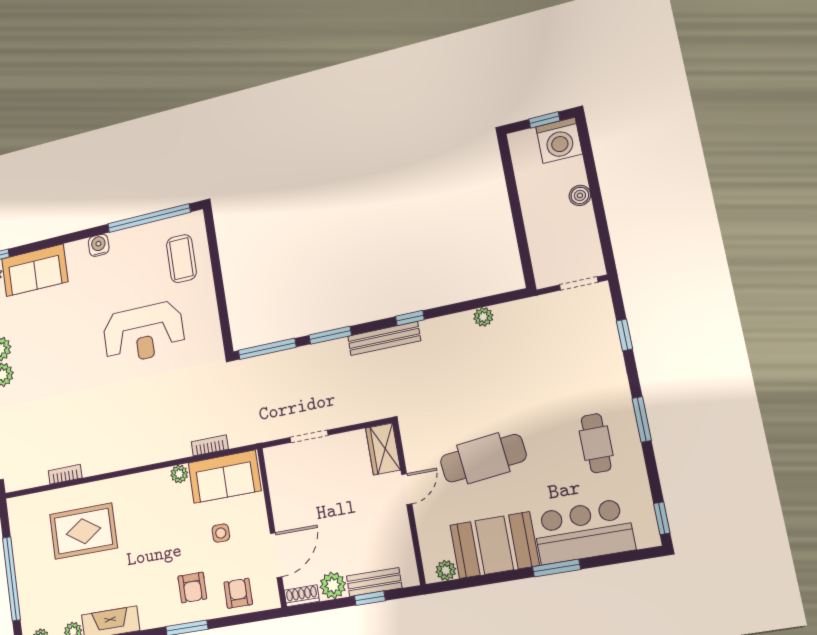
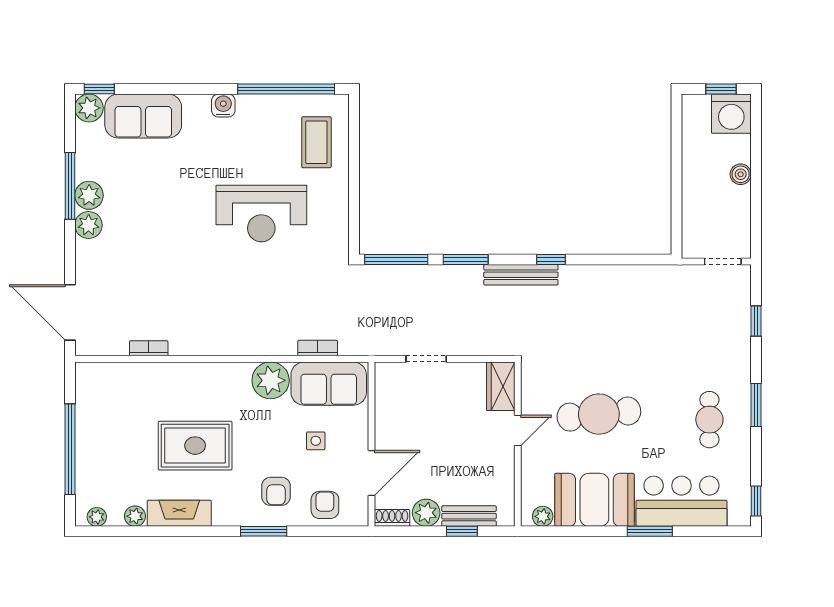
plant: (483, 317) -> (624, 274), removed
plant: (179, 474) -> (271, 380), width x1.87, depth x1.87
rug: (83, 531) -> (195, 446), moved

